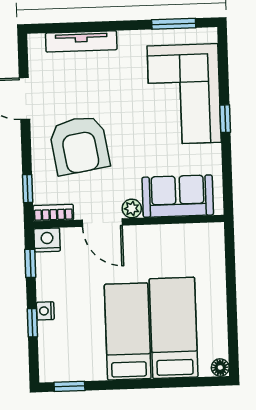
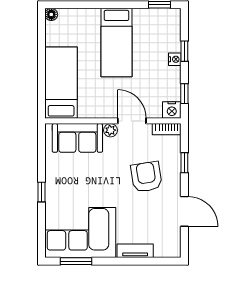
tv unit: (81, 41) -> (135, 251), width x0.71
corner sofa: (184, 94) -> (80, 233), moved, turned -90
armchair: (79, 145) -> (146, 177), width x0.73, depth x0.73
window: (28, 189) -> (184, 163), moved
bed: (174, 328) -> (61, 83), moved, turned 180

